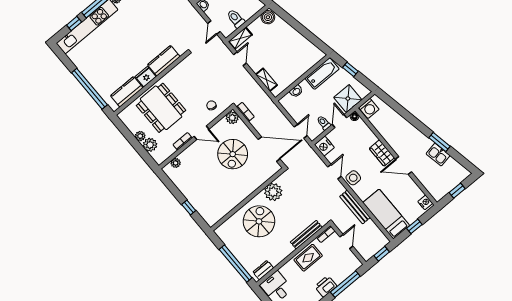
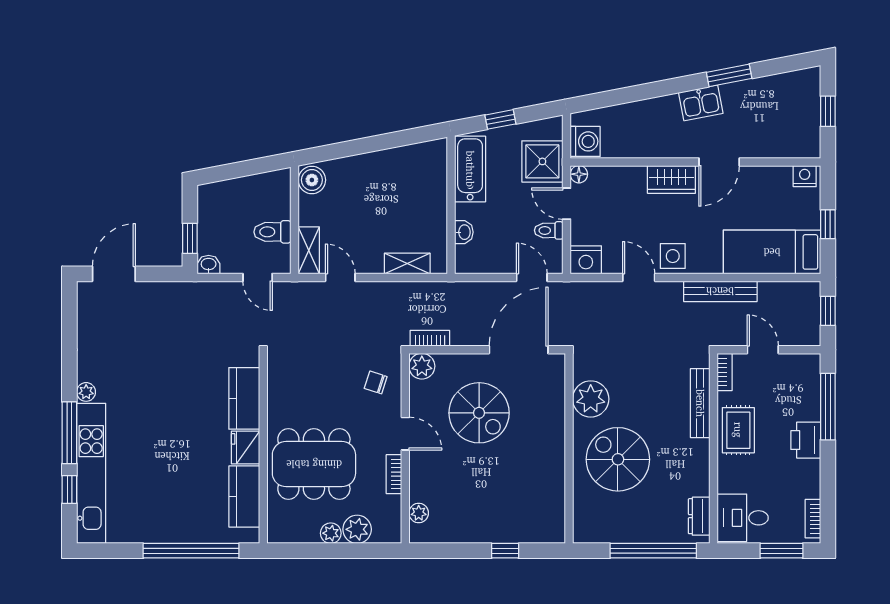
door: (201, 133) -> (405, 434), hinge flipped
kitchen sink: (438, 155) -> (701, 103), moved

